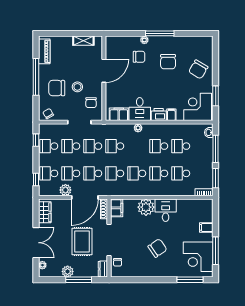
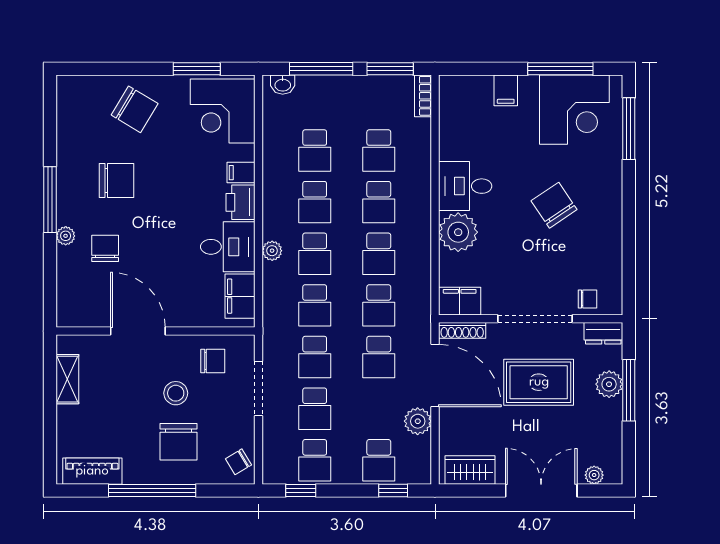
school desk: (71, 173) -> (315, 254), moved
plant: (68, 271) -> (609, 384), moved

